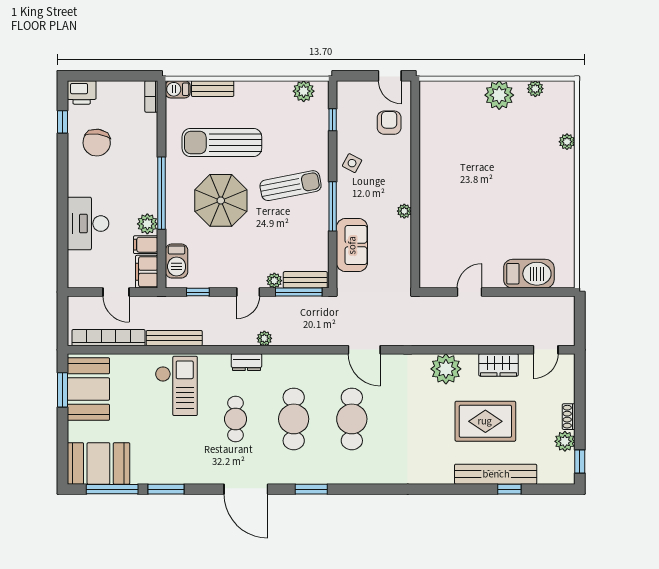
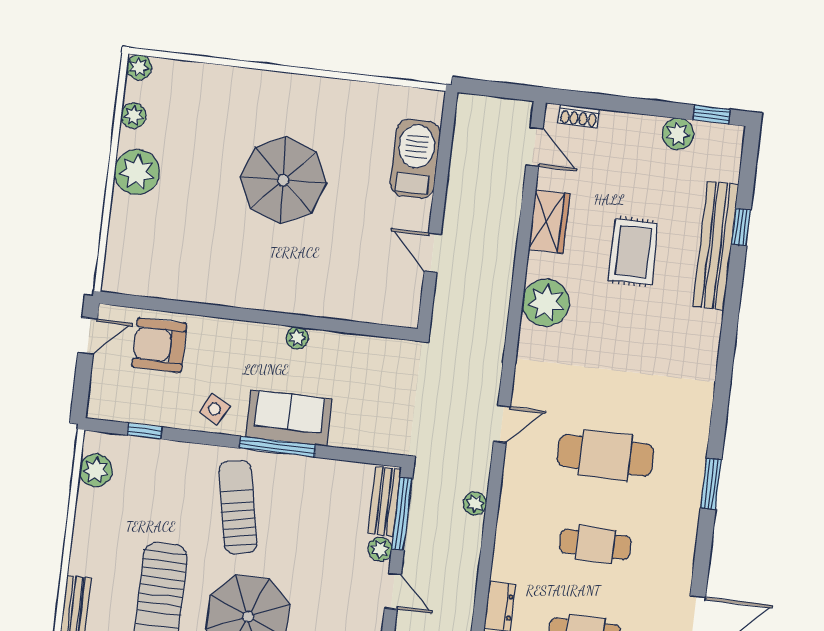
armchair: (389, 123) -> (159, 345), width x1.38, depth x1.38
plant: (567, 142) -> (139, 67), moved
parasol: (505, 190) -> (283, 180), added
sofa: (352, 245) -> (289, 418), moved
plant: (264, 338) -> (475, 504), moved
door: (364, 350) -> (502, 424), width x0.73
shoe rack: (569, 417) -> (579, 116), moved
cafe table: (294, 419) -> (595, 544), width x0.73, depth x0.74
rug: (485, 421) -> (633, 252), width x0.73, depth x0.70
window: (311, 489) -> (711, 484), moved

